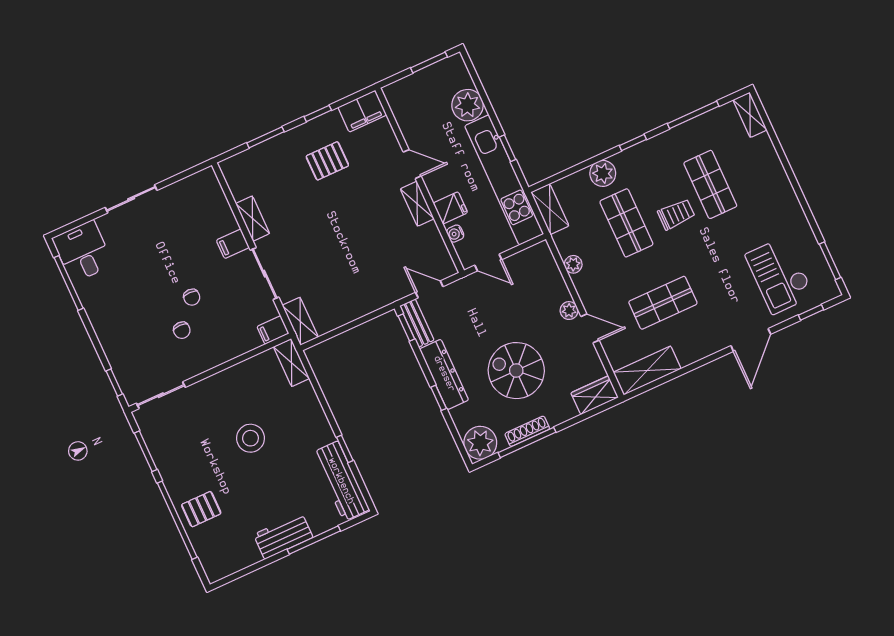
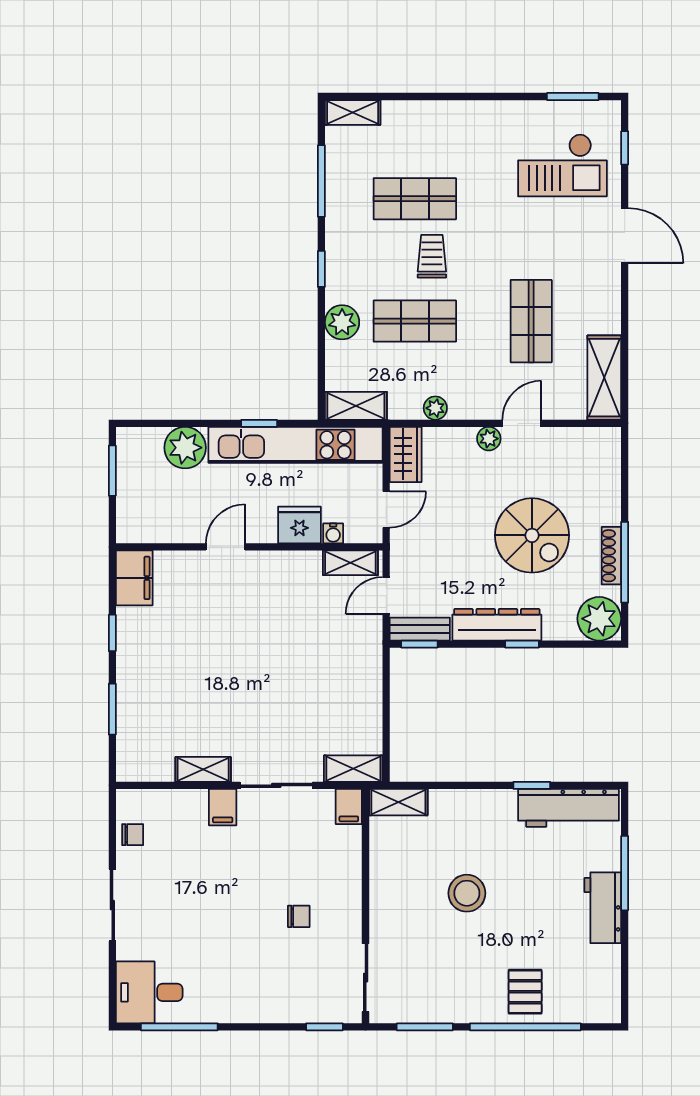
pallet: (327, 161) -> (175, 647), removed
shelving: (417, 204) -> (350, 563), moved
fridge: (450, 208) -> (299, 525), width x1.38
chair: (192, 297) -> (133, 835), moved
spiral stairs: (516, 371) -> (532, 535), turned -90
wardrobe: (595, 395) -> (406, 454), moved, turned 180

